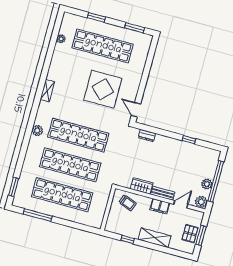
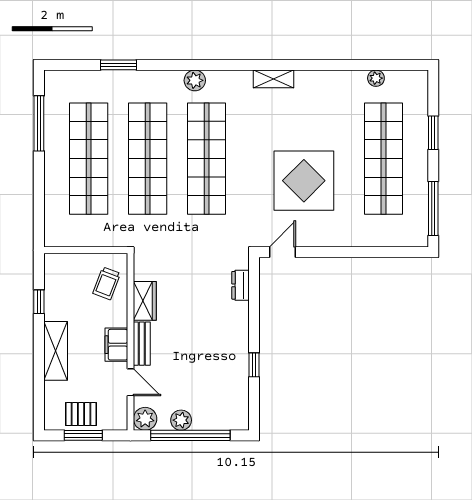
window: (135, 28) -> (433, 209), width x1.44
window: (14, 187) -> (119, 65), moved

